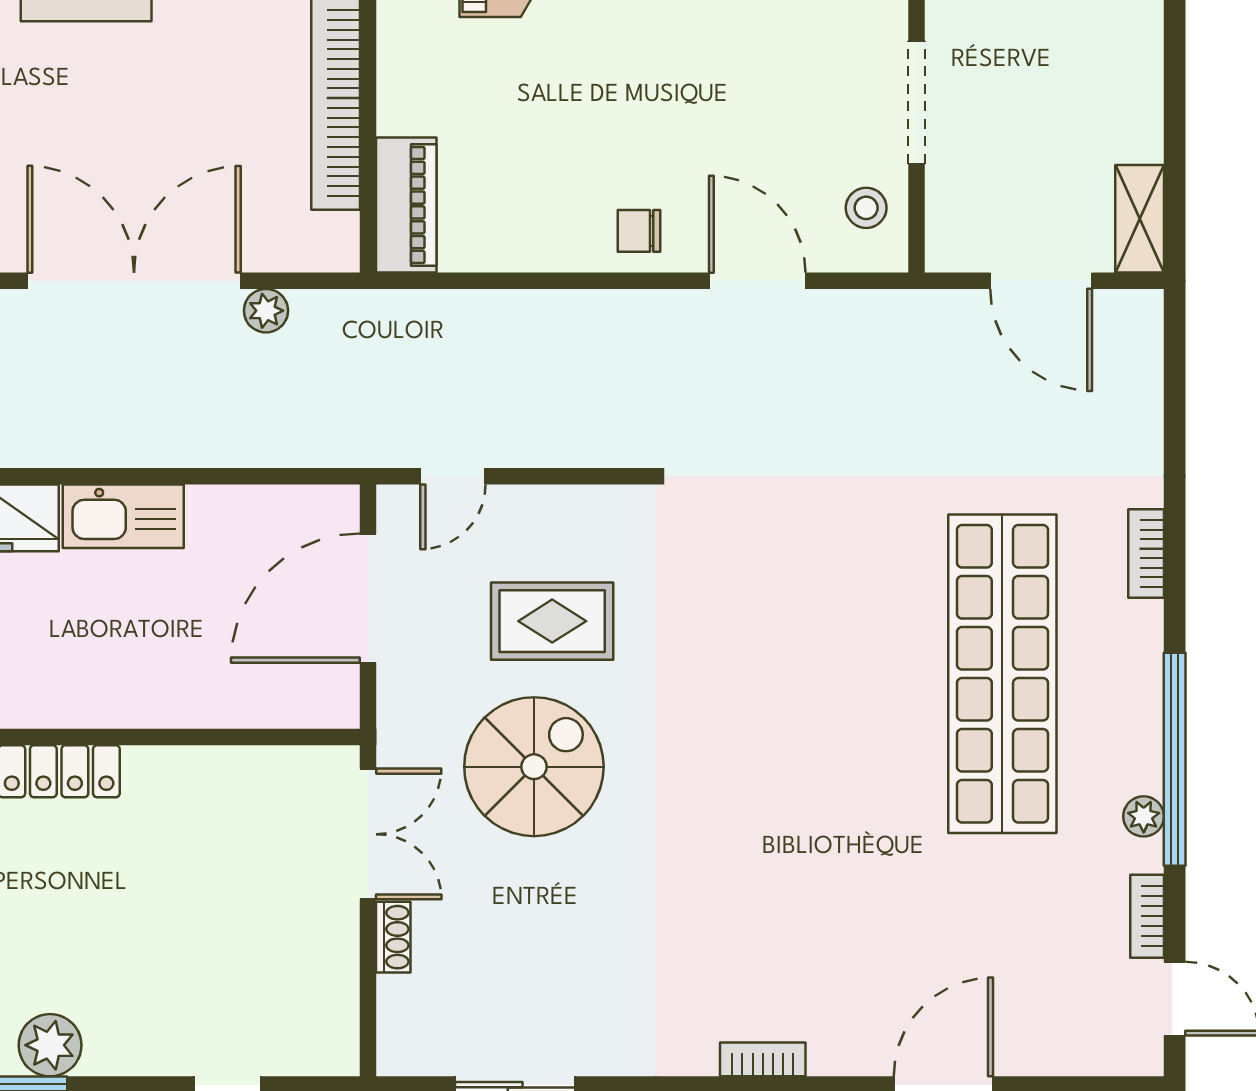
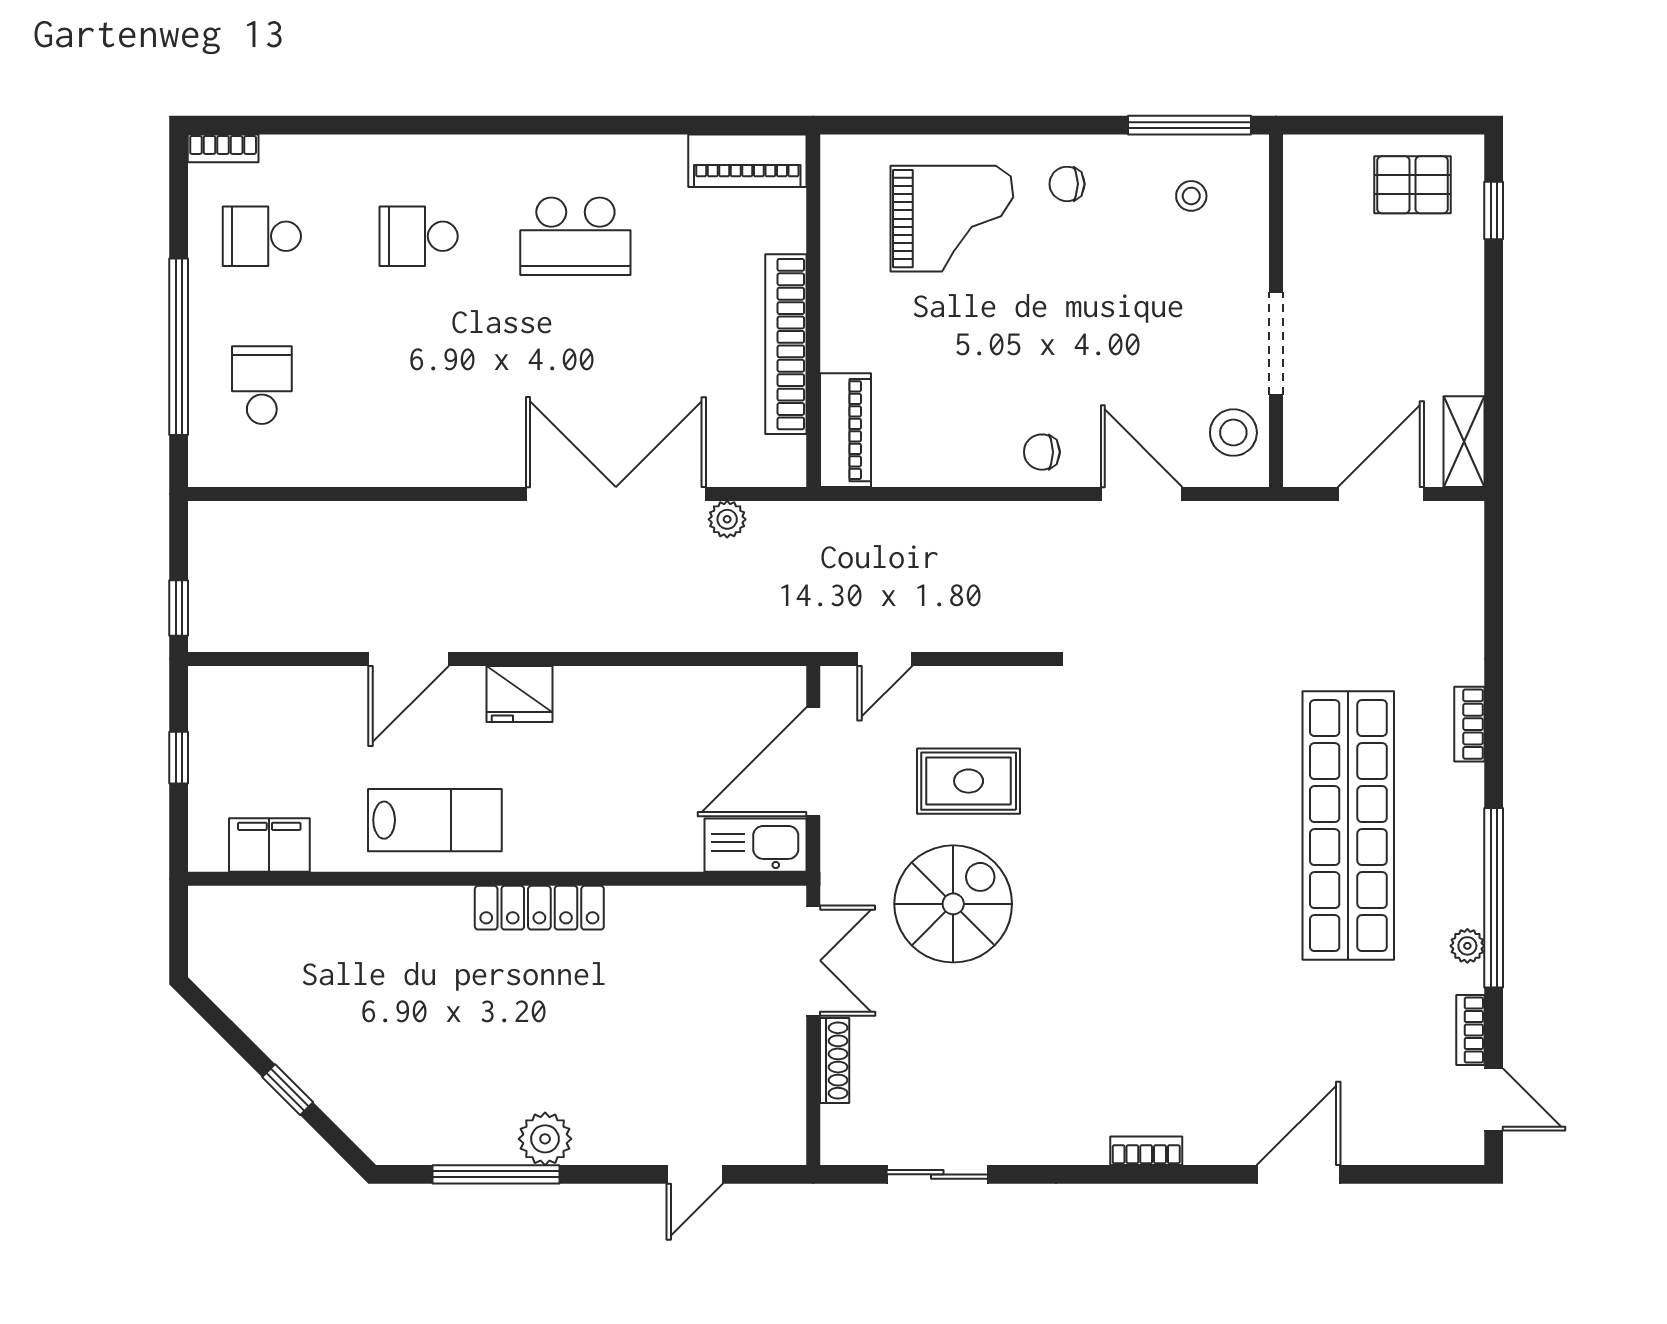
stool: (866, 208) -> (1233, 433), width x1.37, depth x1.37
door: (1041, 281) -> (1381, 494), swing flipped
kitchen sink: (123, 516) -> (755, 845), moved, turned 180
shoe rack: (393, 937) -> (835, 1060), width x1.43

